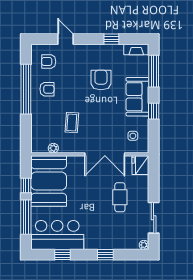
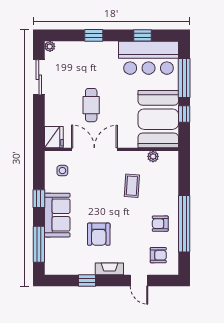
fireplace: (136, 49) -> (109, 269), moved
cafe table: (120, 197) -> (91, 105), moved

